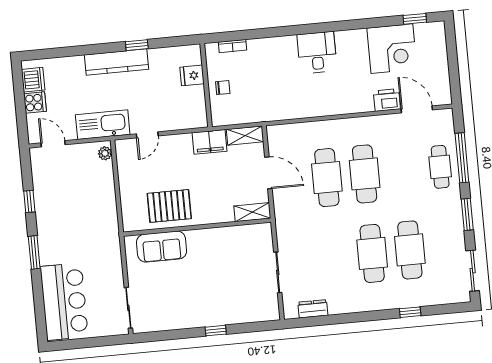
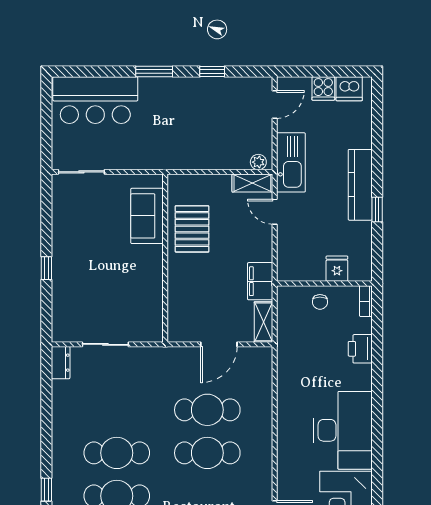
bookcase: (232, 46) -> (366, 301), moved
desk: (317, 53) -> (343, 430), width x1.87, depth x1.30
printer: (387, 100) -> (360, 349), moved, turned 180
shelving: (252, 212) -> (252, 183), moved, turned 90
dresser: (313, 309) -> (61, 363), moved

